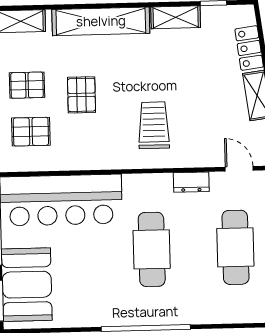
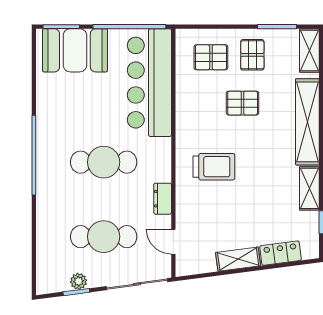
pallet: (31, 132) -> (211, 57), turned 90
door: (239, 169) -> (173, 242), swing flipped

